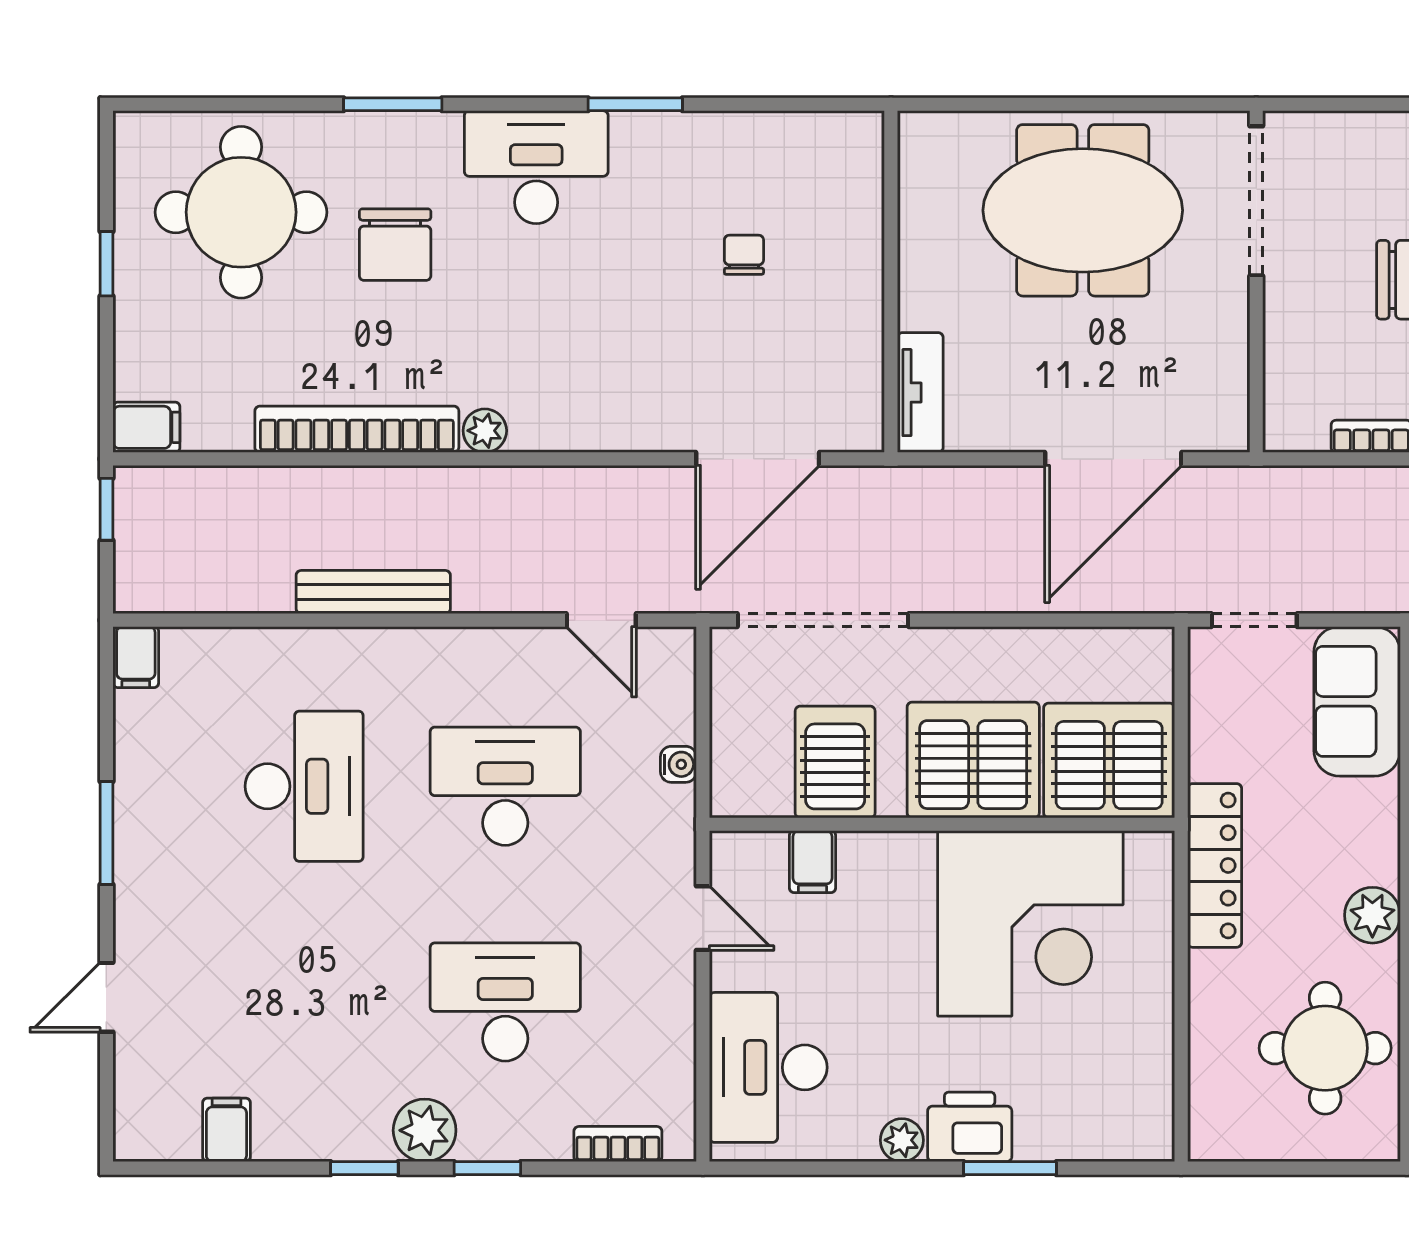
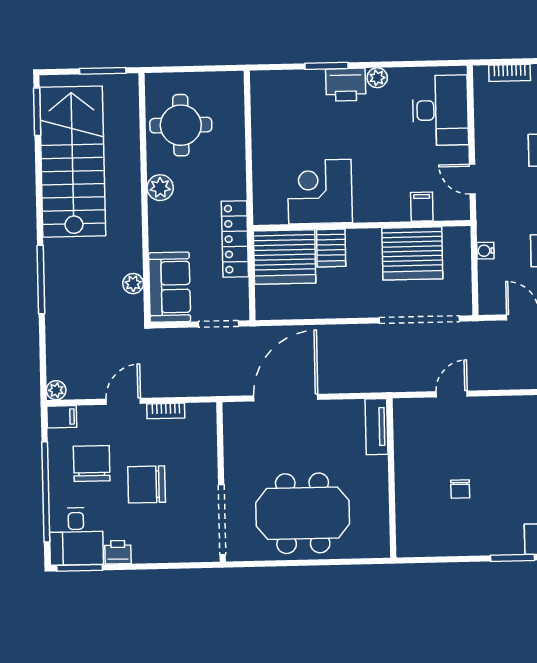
door: (758, 459) -> (452, 394), width x0.53
server rack: (973, 760) -> (331, 248), width x0.46, depth x0.70
server rack: (835, 762) -> (412, 253), width x1.60
locker: (1215, 865) -> (235, 239), moved
corner desk: (1030, 923) -> (320, 192), width x0.74, depth x0.74

